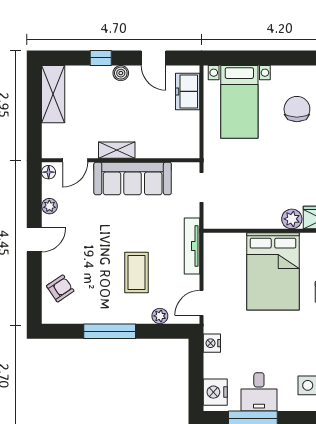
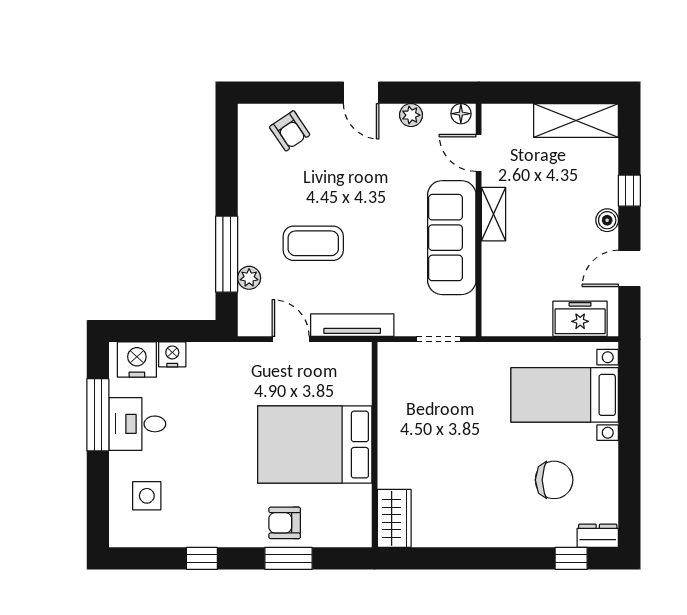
plant: (292, 219) -> (392, 472), removed
door: (202, 303) -> (291, 339), moved
window: (110, 331) -> (227, 254), moved
nightstand: (212, 343) -> (172, 354), moved

